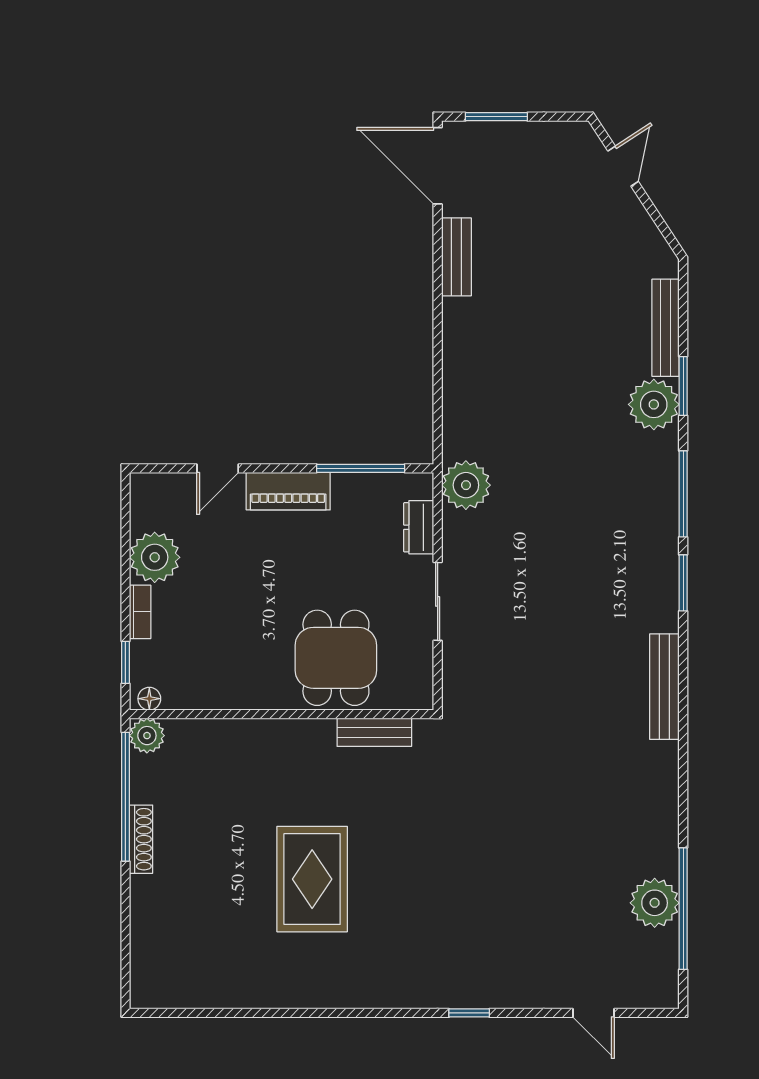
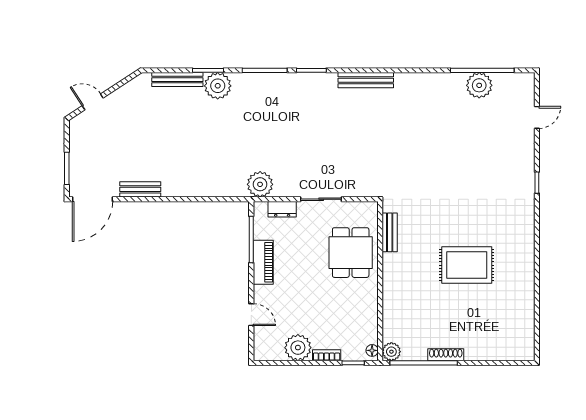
piano: (288, 491) -> (263, 262), moved
dining table: (336, 658) -> (351, 253), turned 90

